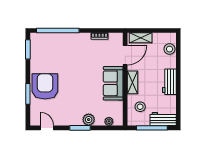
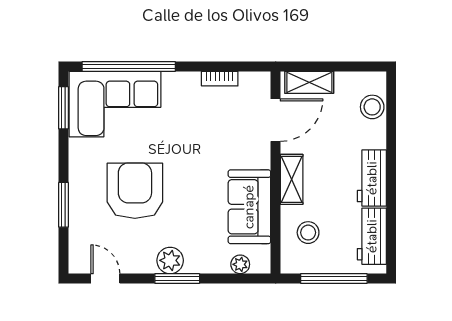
corner sofa: (51, 48) -> (115, 104), added
sofa: (113, 83) -> (249, 207), moved
armchair: (45, 86) -> (135, 191), moved
workbench: (163, 119) -> (372, 236), moved, turned -90
plant: (89, 120) -> (170, 260), moved

